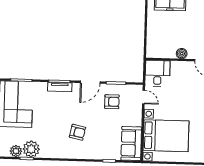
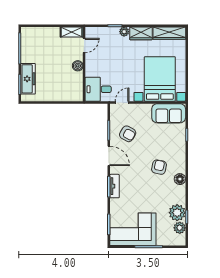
armchair: (112, 102) -> (128, 134), turned 120
floor lamp: (65, 153) -> (180, 179), added

